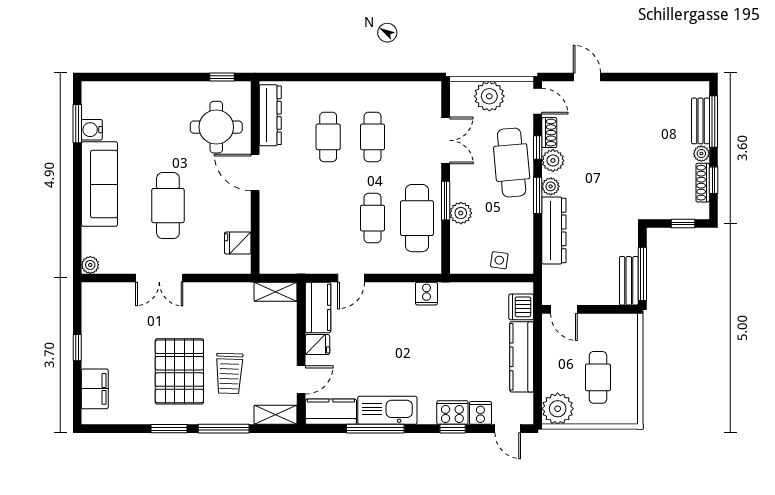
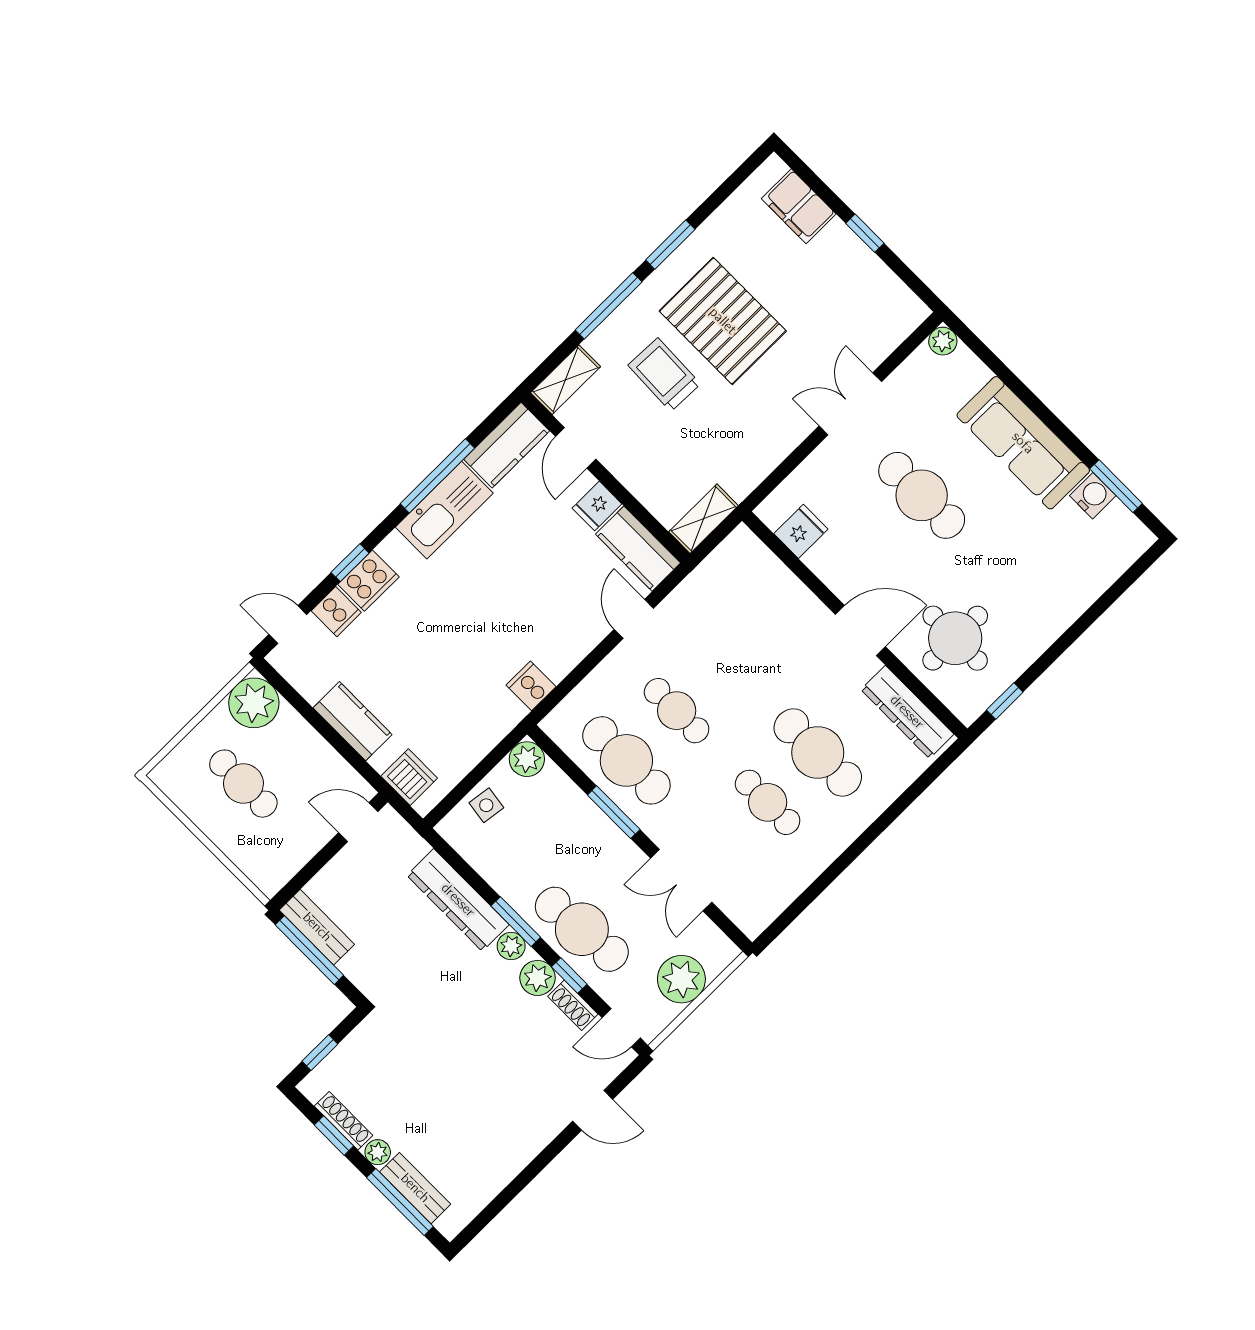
cafe table: (328, 137) -> (818, 752), width x1.37, depth x1.35
plant: (461, 213) -> (527, 759), moved
kitchen counter: (522, 357) -> (353, 721), width x0.67

